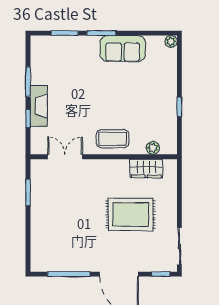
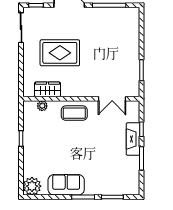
plant: (171, 41) -> (32, 186), width x1.88, depth x1.88

